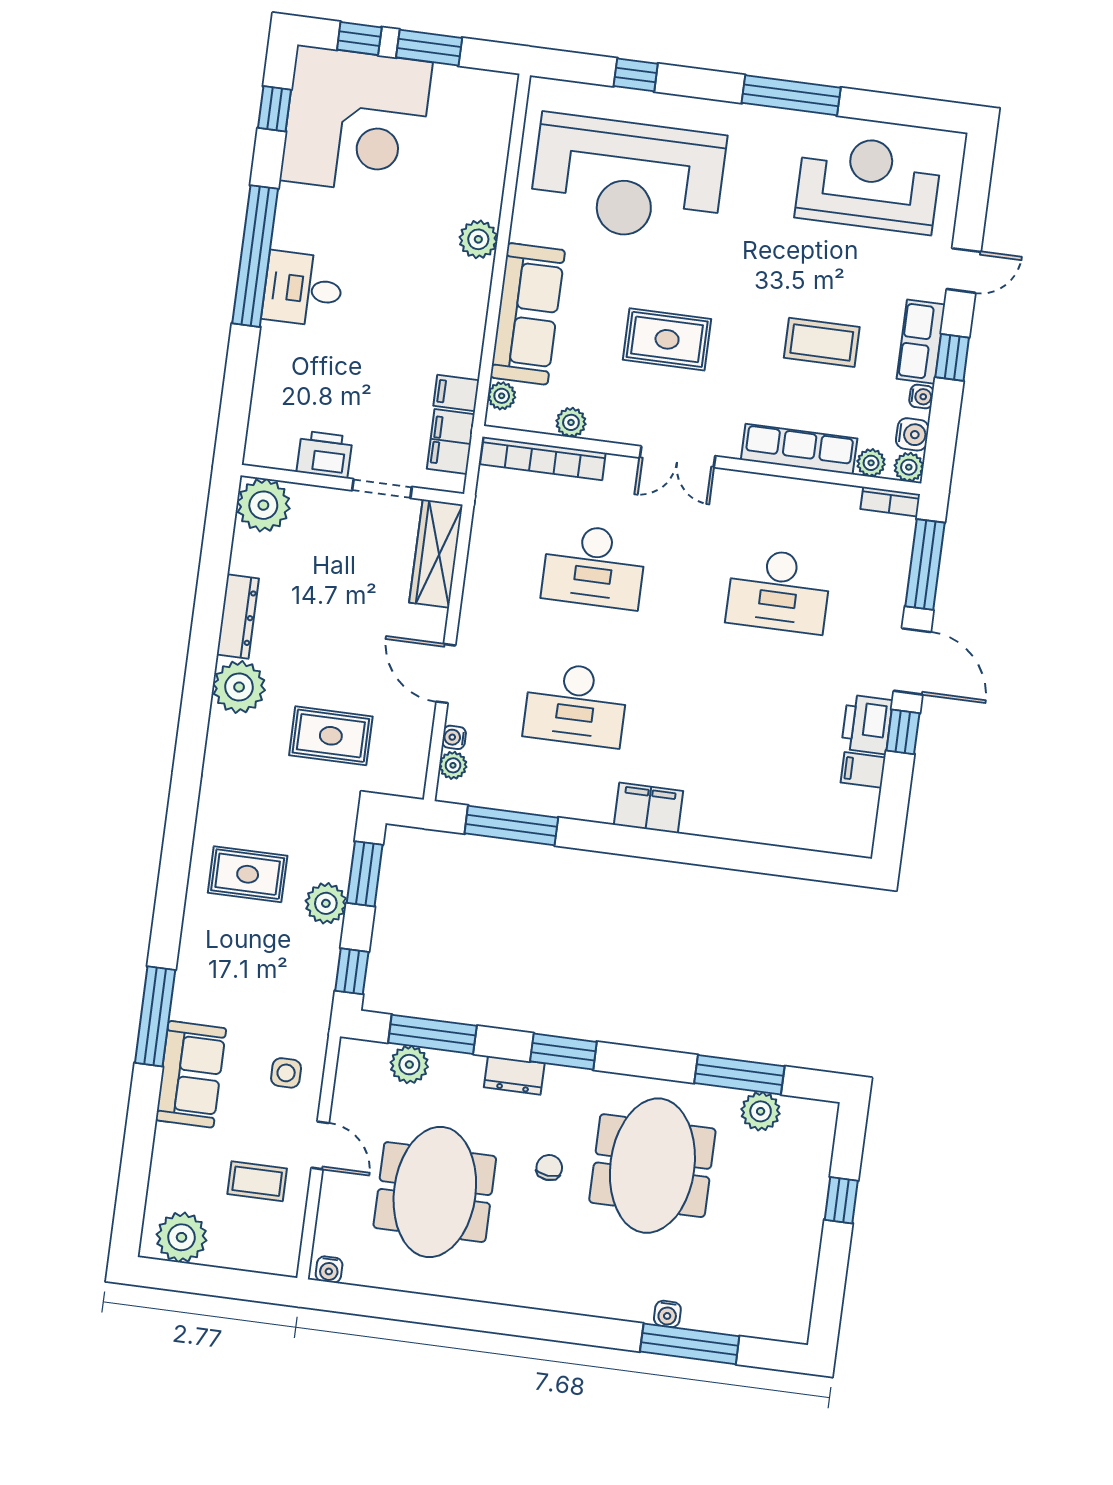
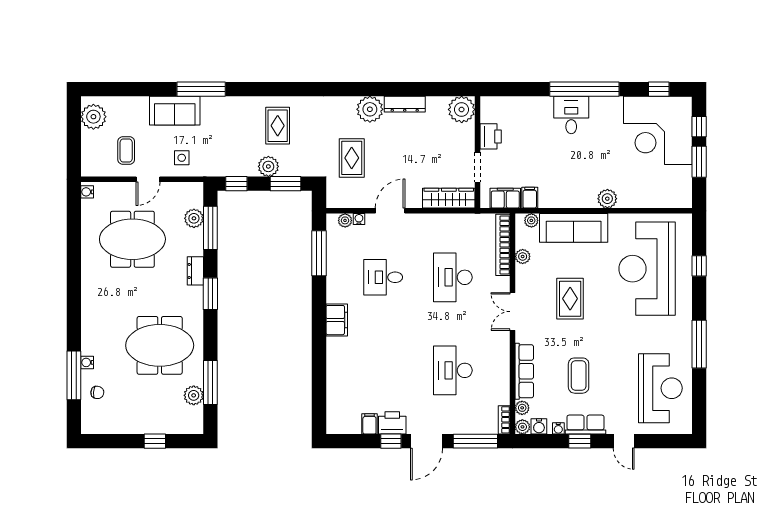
desk: (576, 705) -> (383, 277), width x0.73
chair: (549, 1168) -> (97, 392), moved

